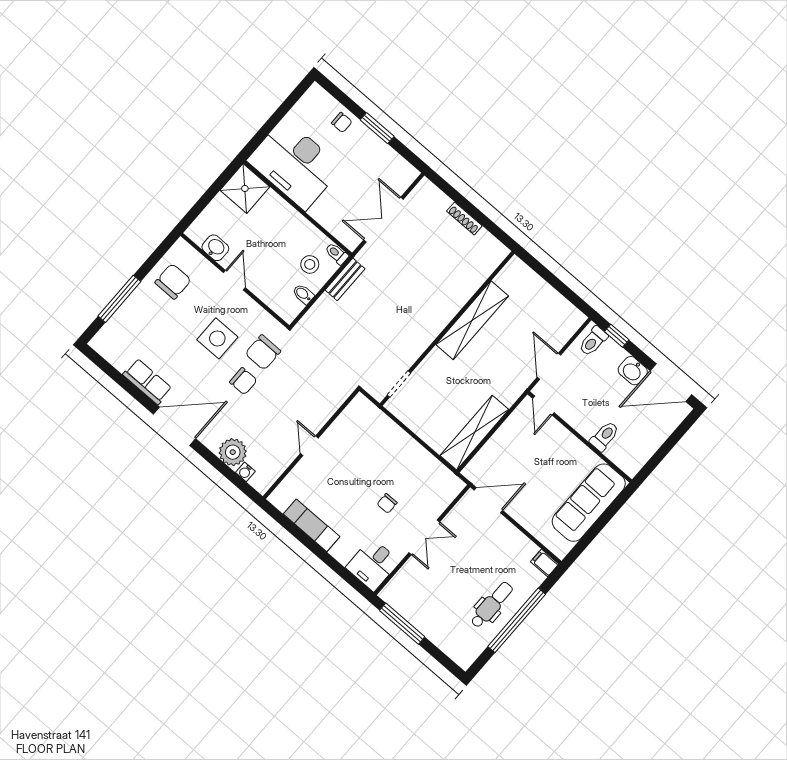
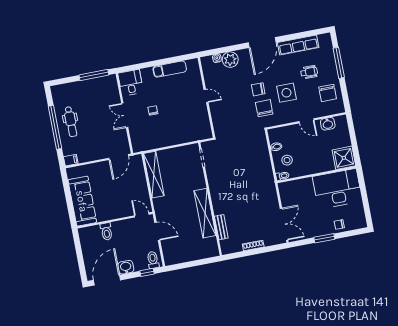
double door: (383, 220) -> (284, 224), moved
bench: (345, 279) -> (221, 227), moved
wheelchair: (164, 330) -> (309, 72), added
row of seats: (147, 382) -> (298, 45), width x1.48

